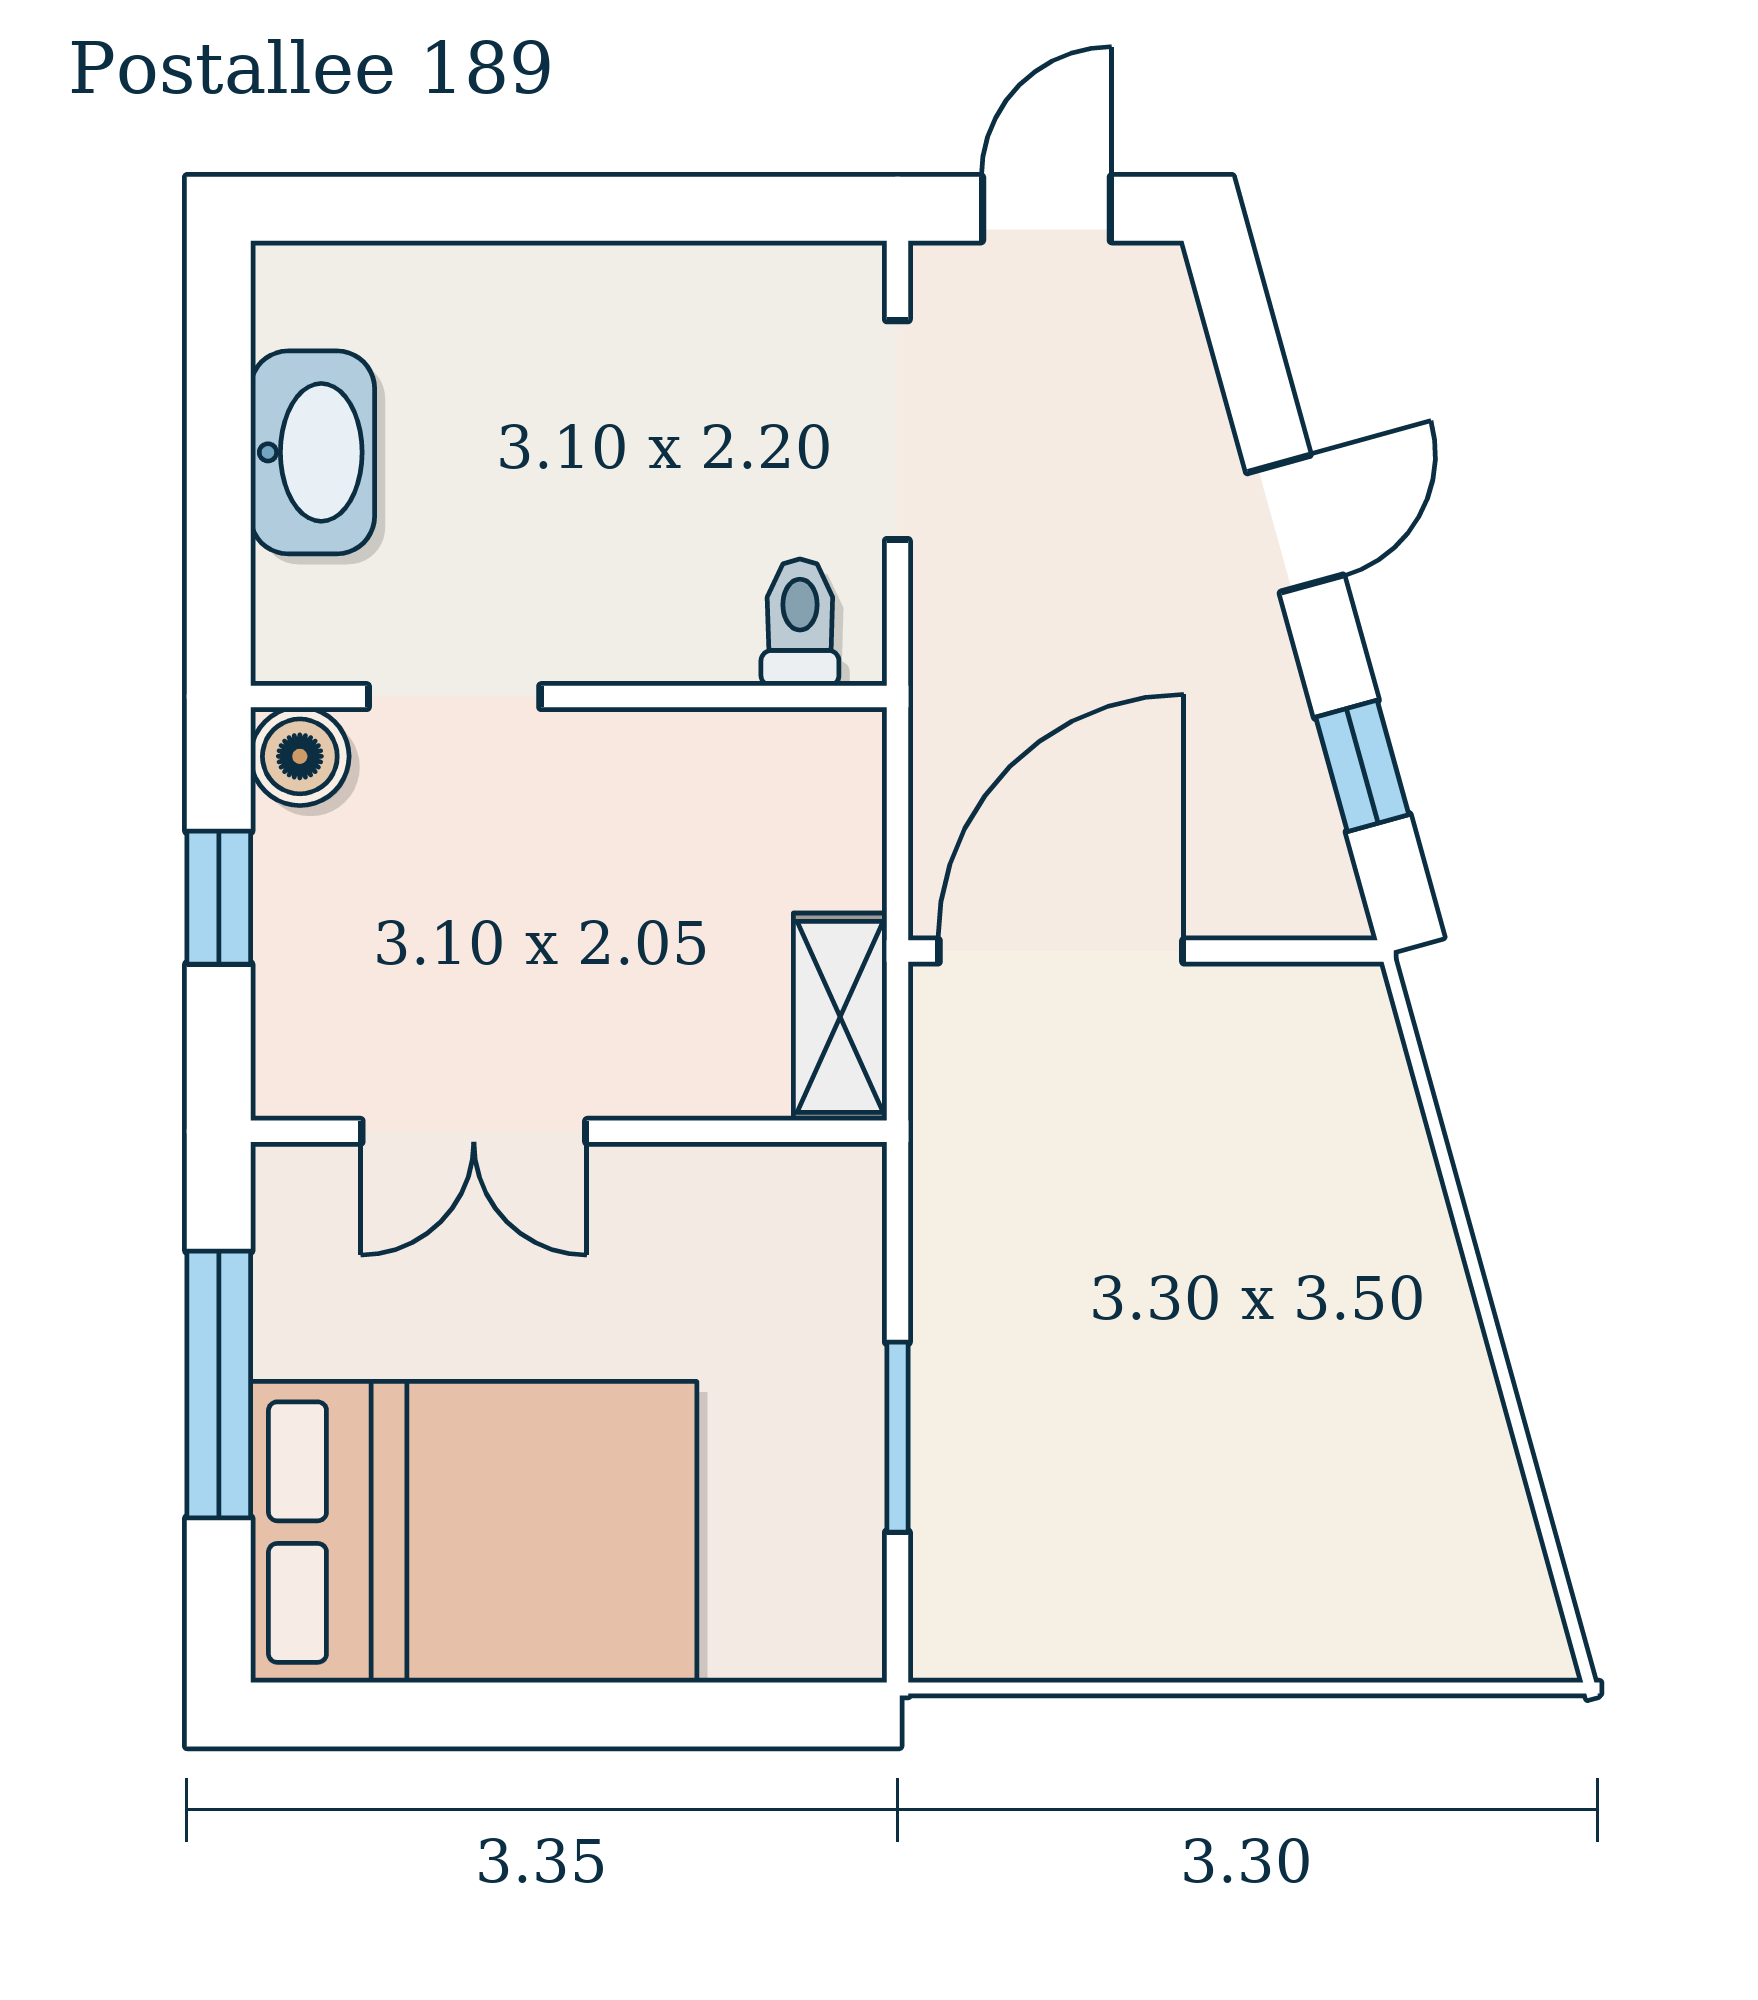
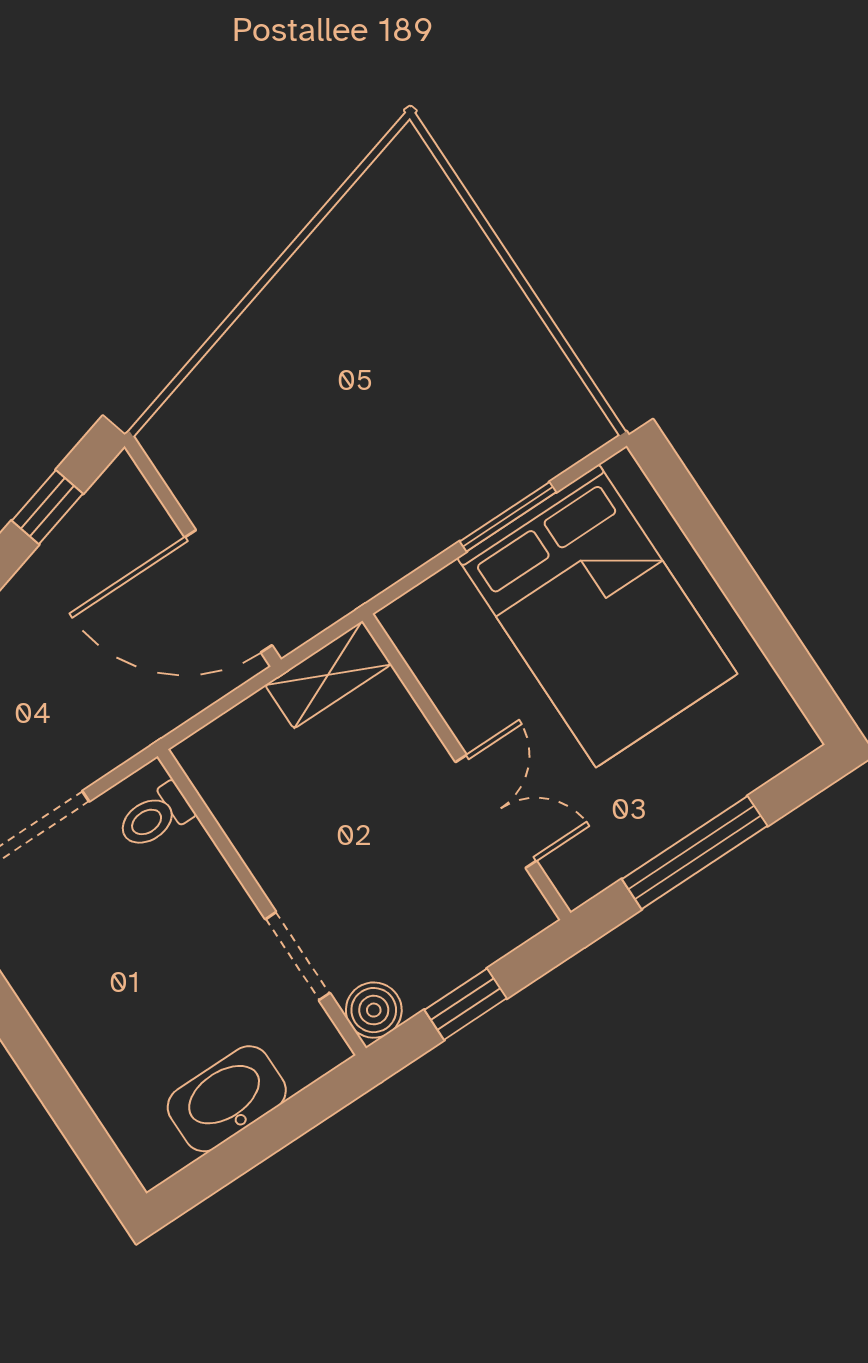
bed: (474, 1532) -> (597, 616), moved, turned 180

